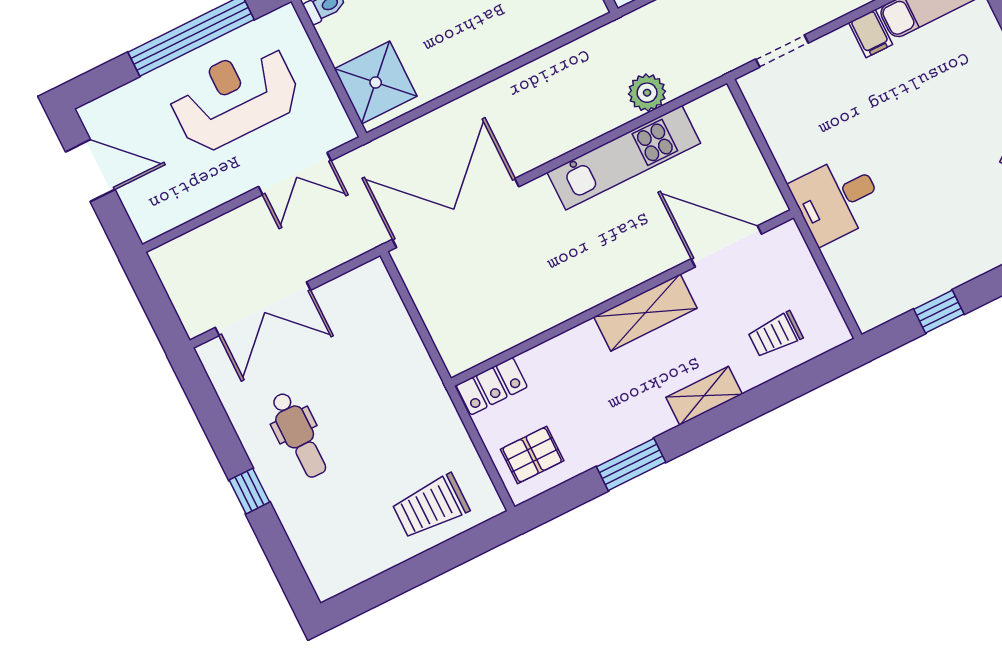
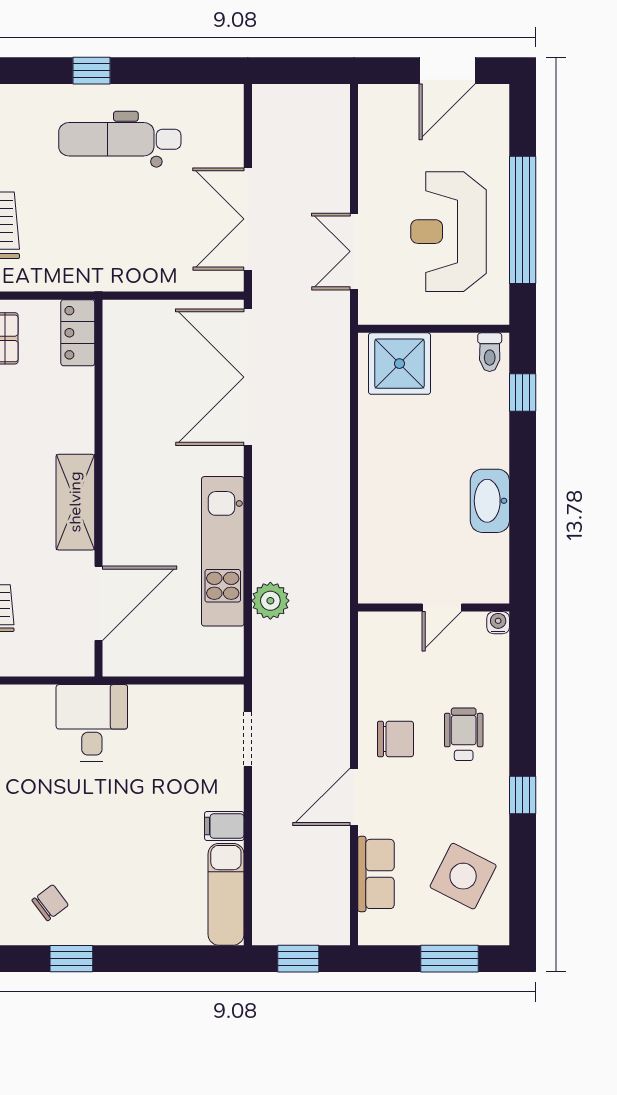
reception desk: (235, 97) -> (448, 232), turned 180
double door: (456, 213) -> (248, 377), swing flipped
double door: (263, 309) -> (248, 219), moved
dental chair: (299, 435) -> (120, 139), width x1.36, depth x1.38

